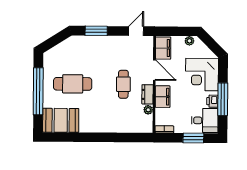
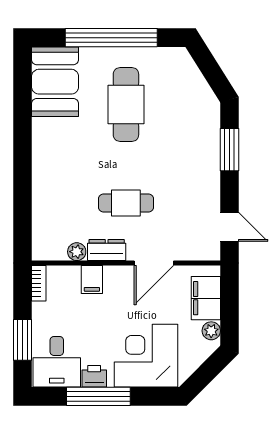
filing cabinet: (163, 48) -> (206, 298), moved, turned 90
filing cabinet: (163, 97) -> (92, 279), width x0.50

